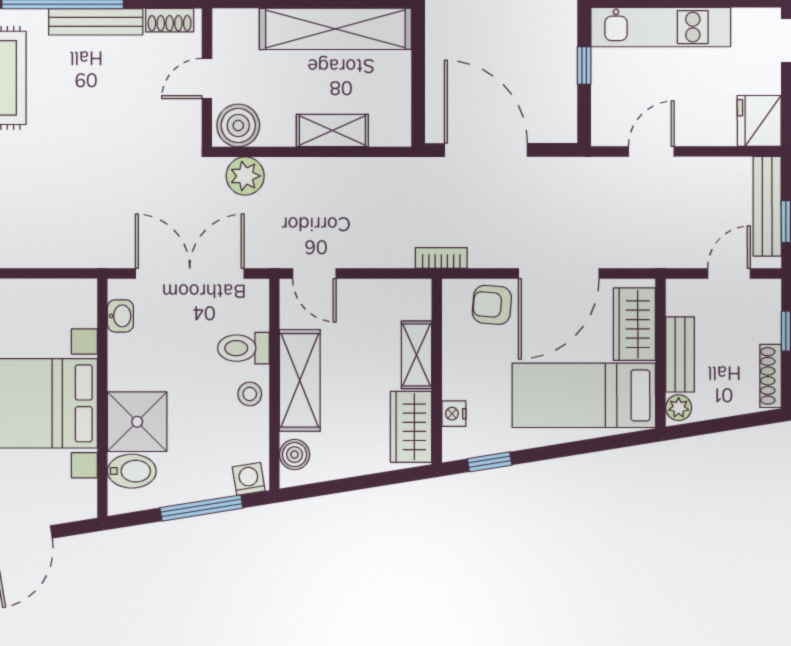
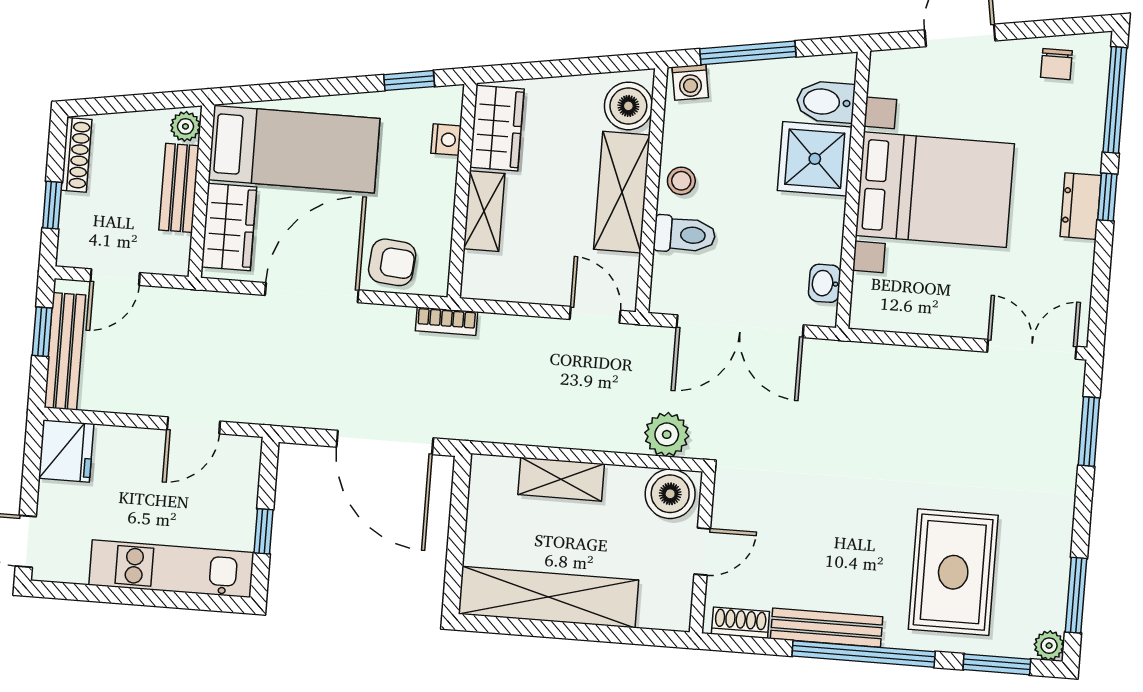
boiler: (295, 455) -> (628, 106), width x1.36, depth x1.36

